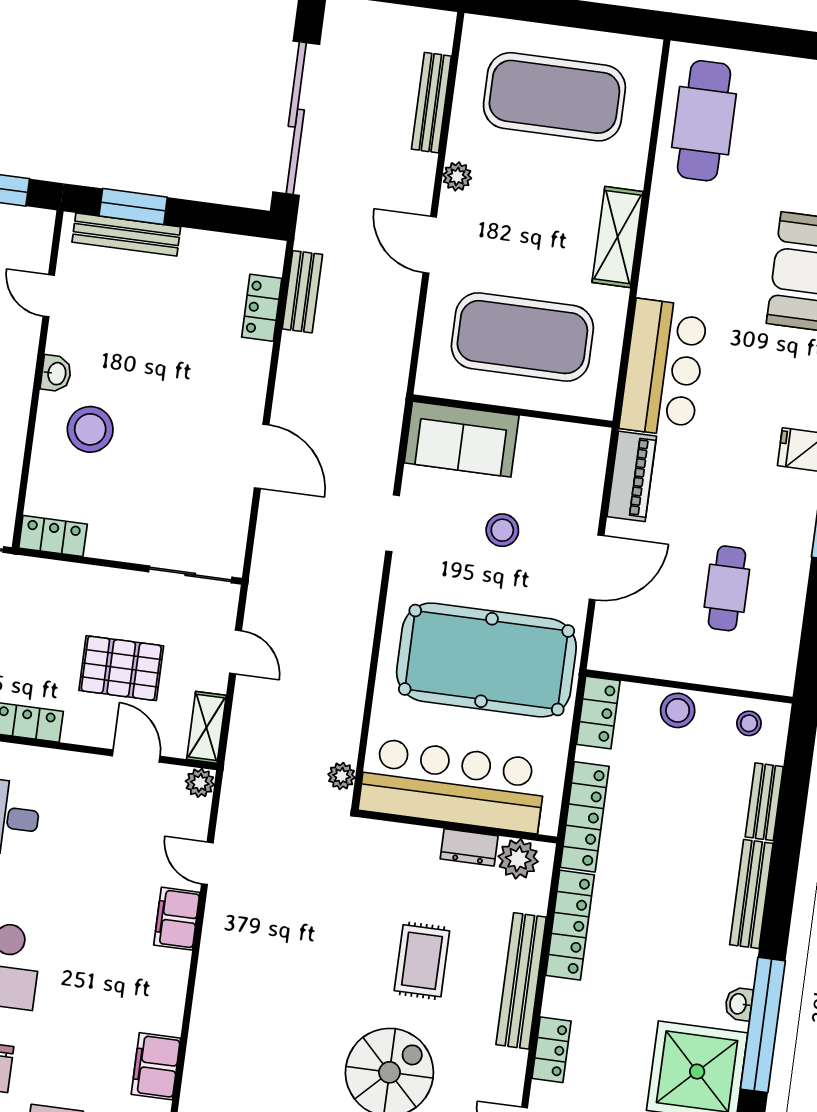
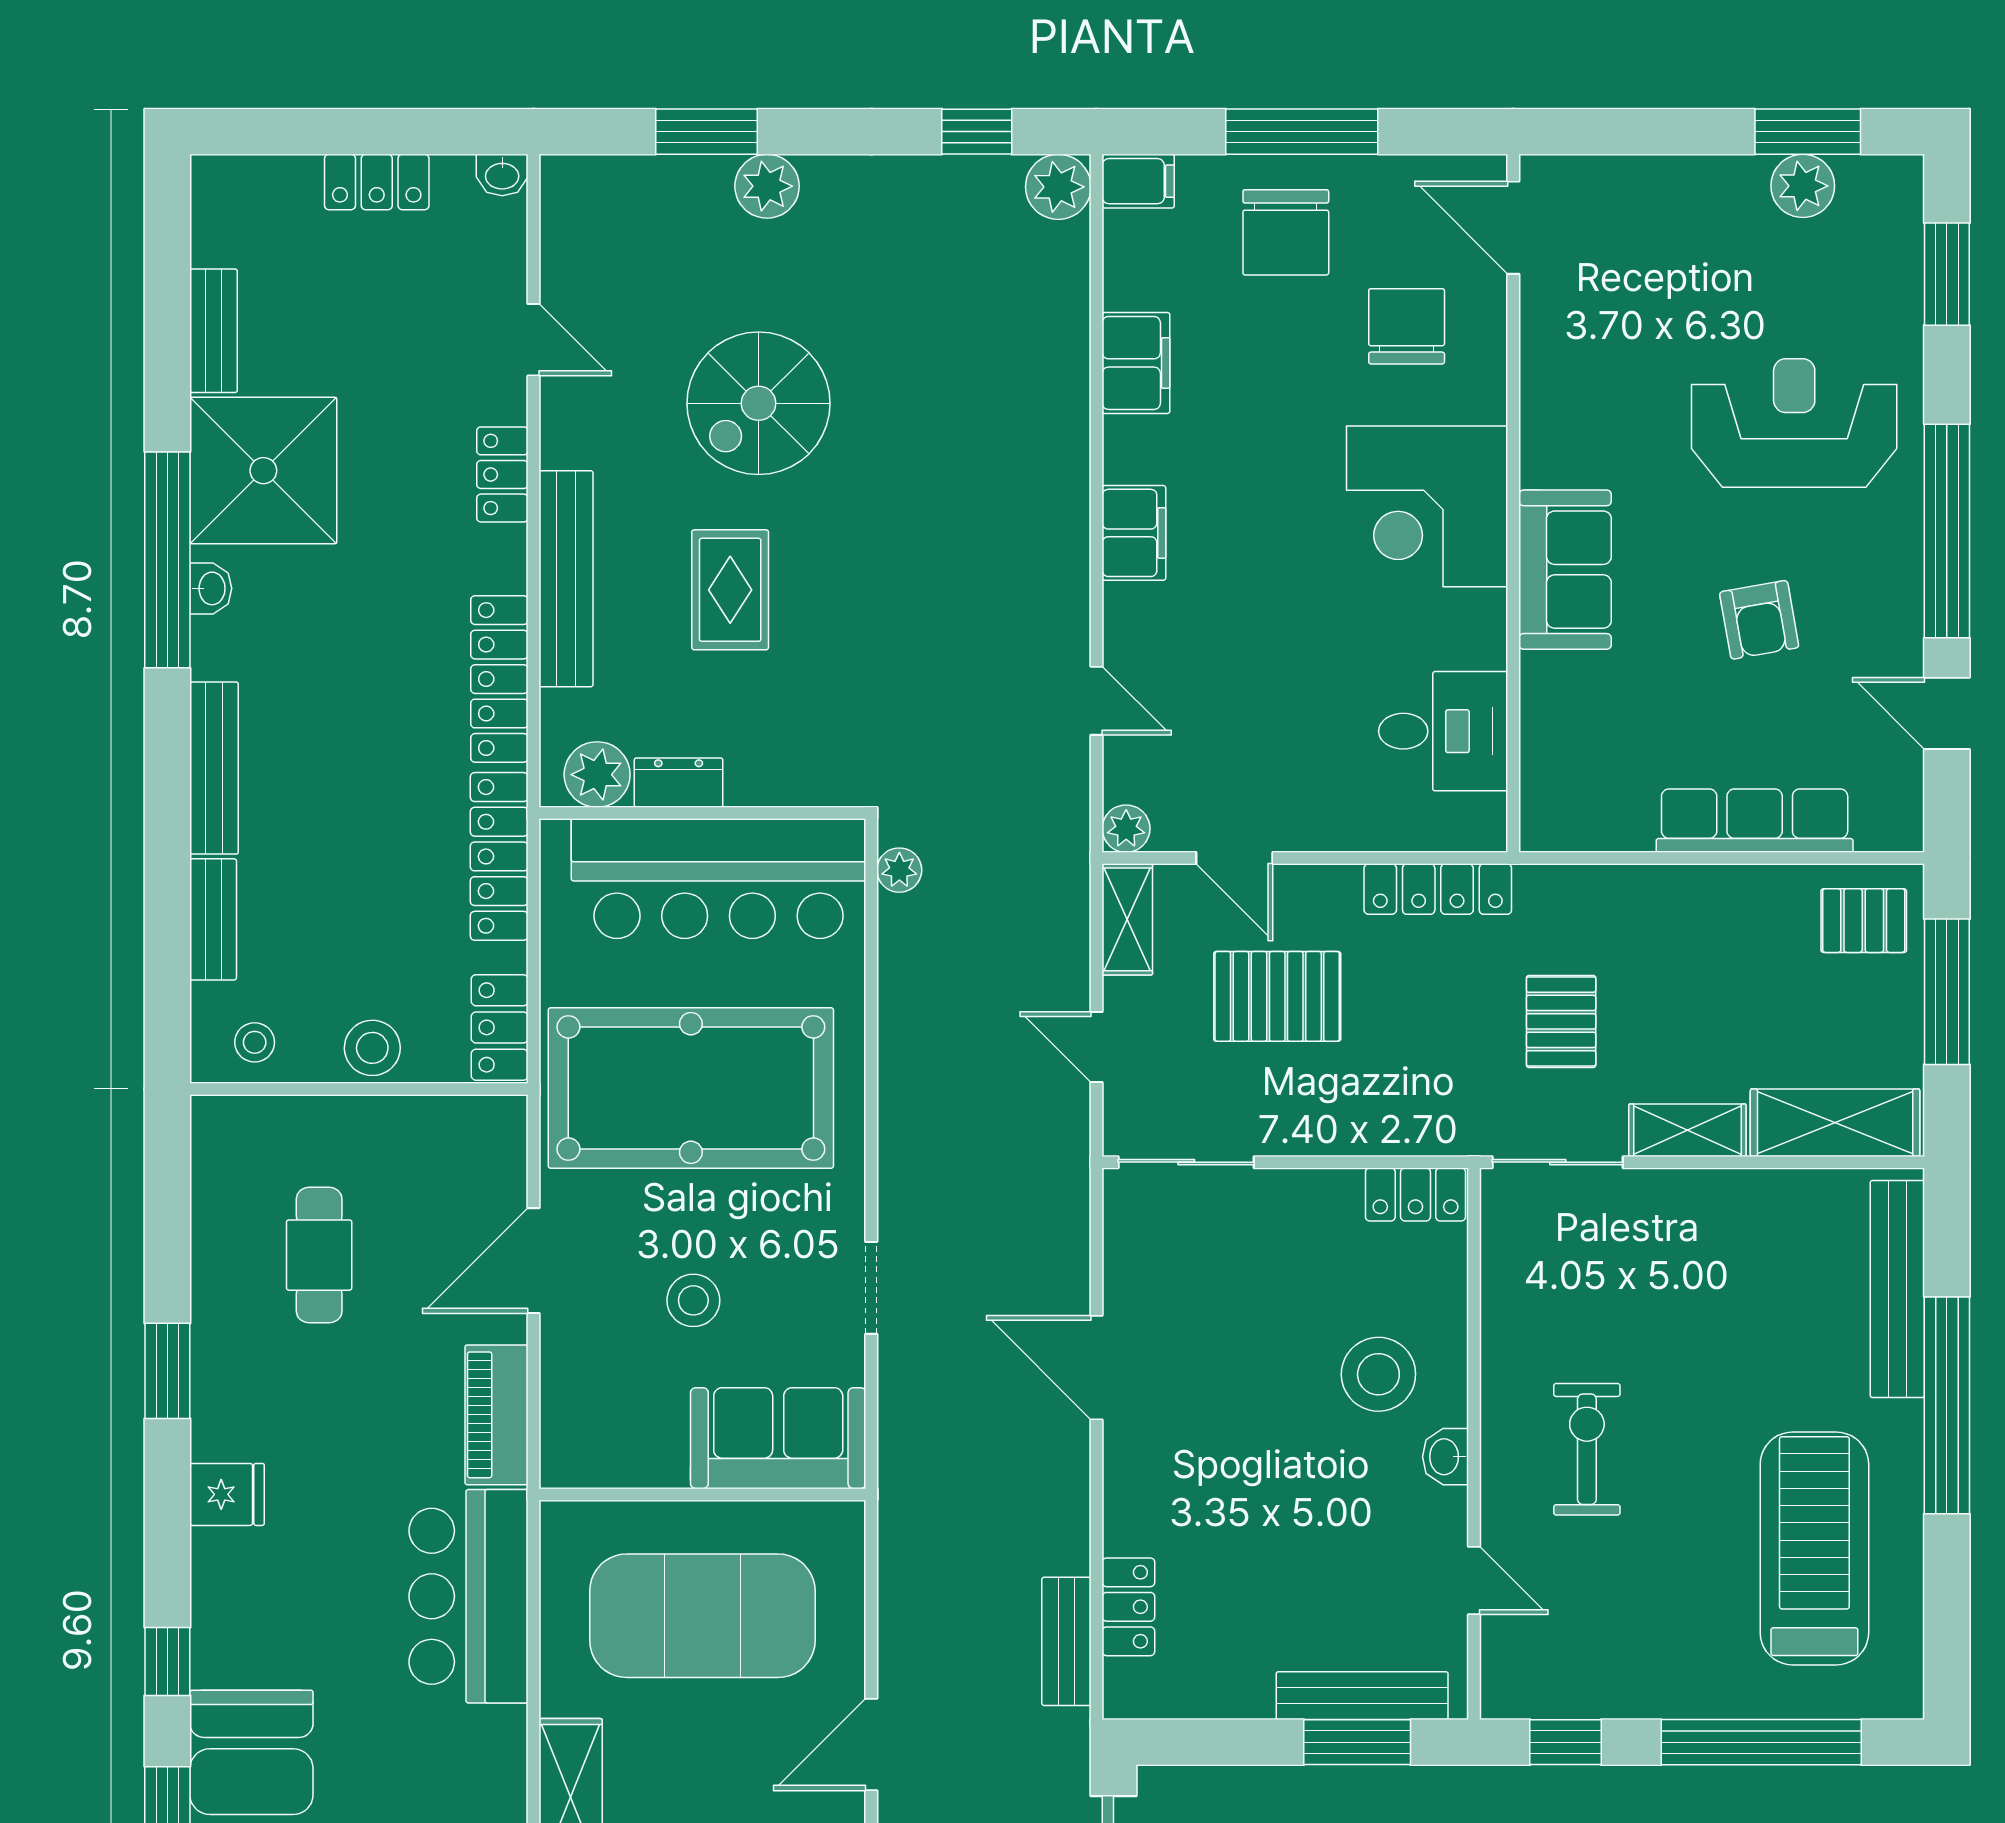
door: (430, 245) -> (871, 1744), swing flipped
filing cabinet: (177, 919) -> (1134, 533), moved

